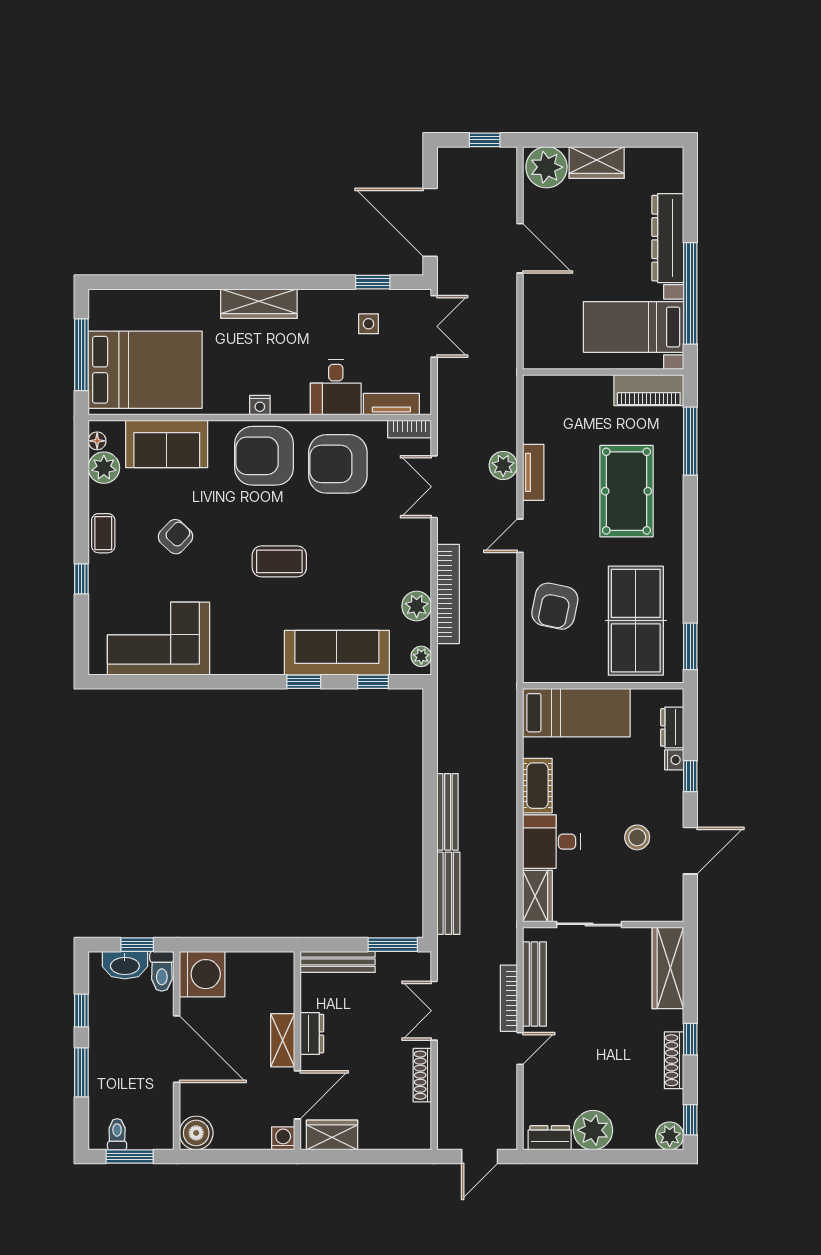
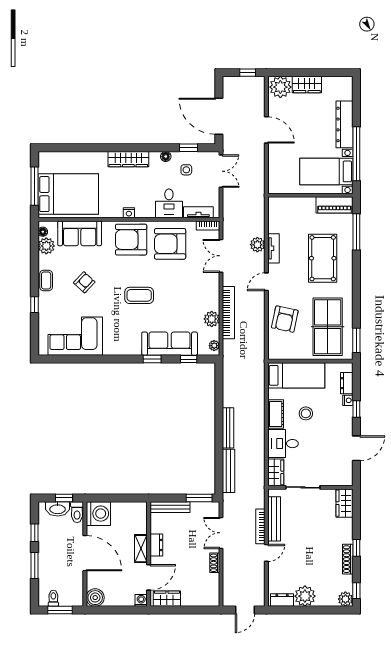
floor lamp: (330, 299) -> (166, 156), added
stool: (637, 837) -> (306, 413), moved
wardrobe: (668, 968) -> (345, 503), width x0.67
shoe rack: (422, 1075) -> (215, 563), width x0.70

